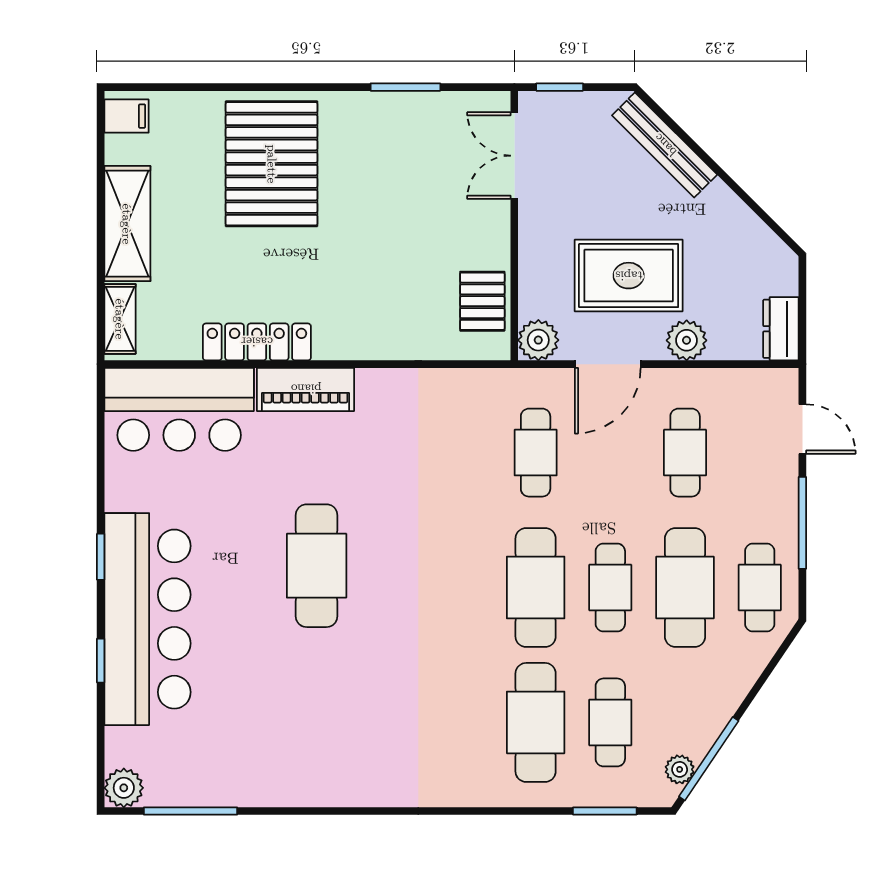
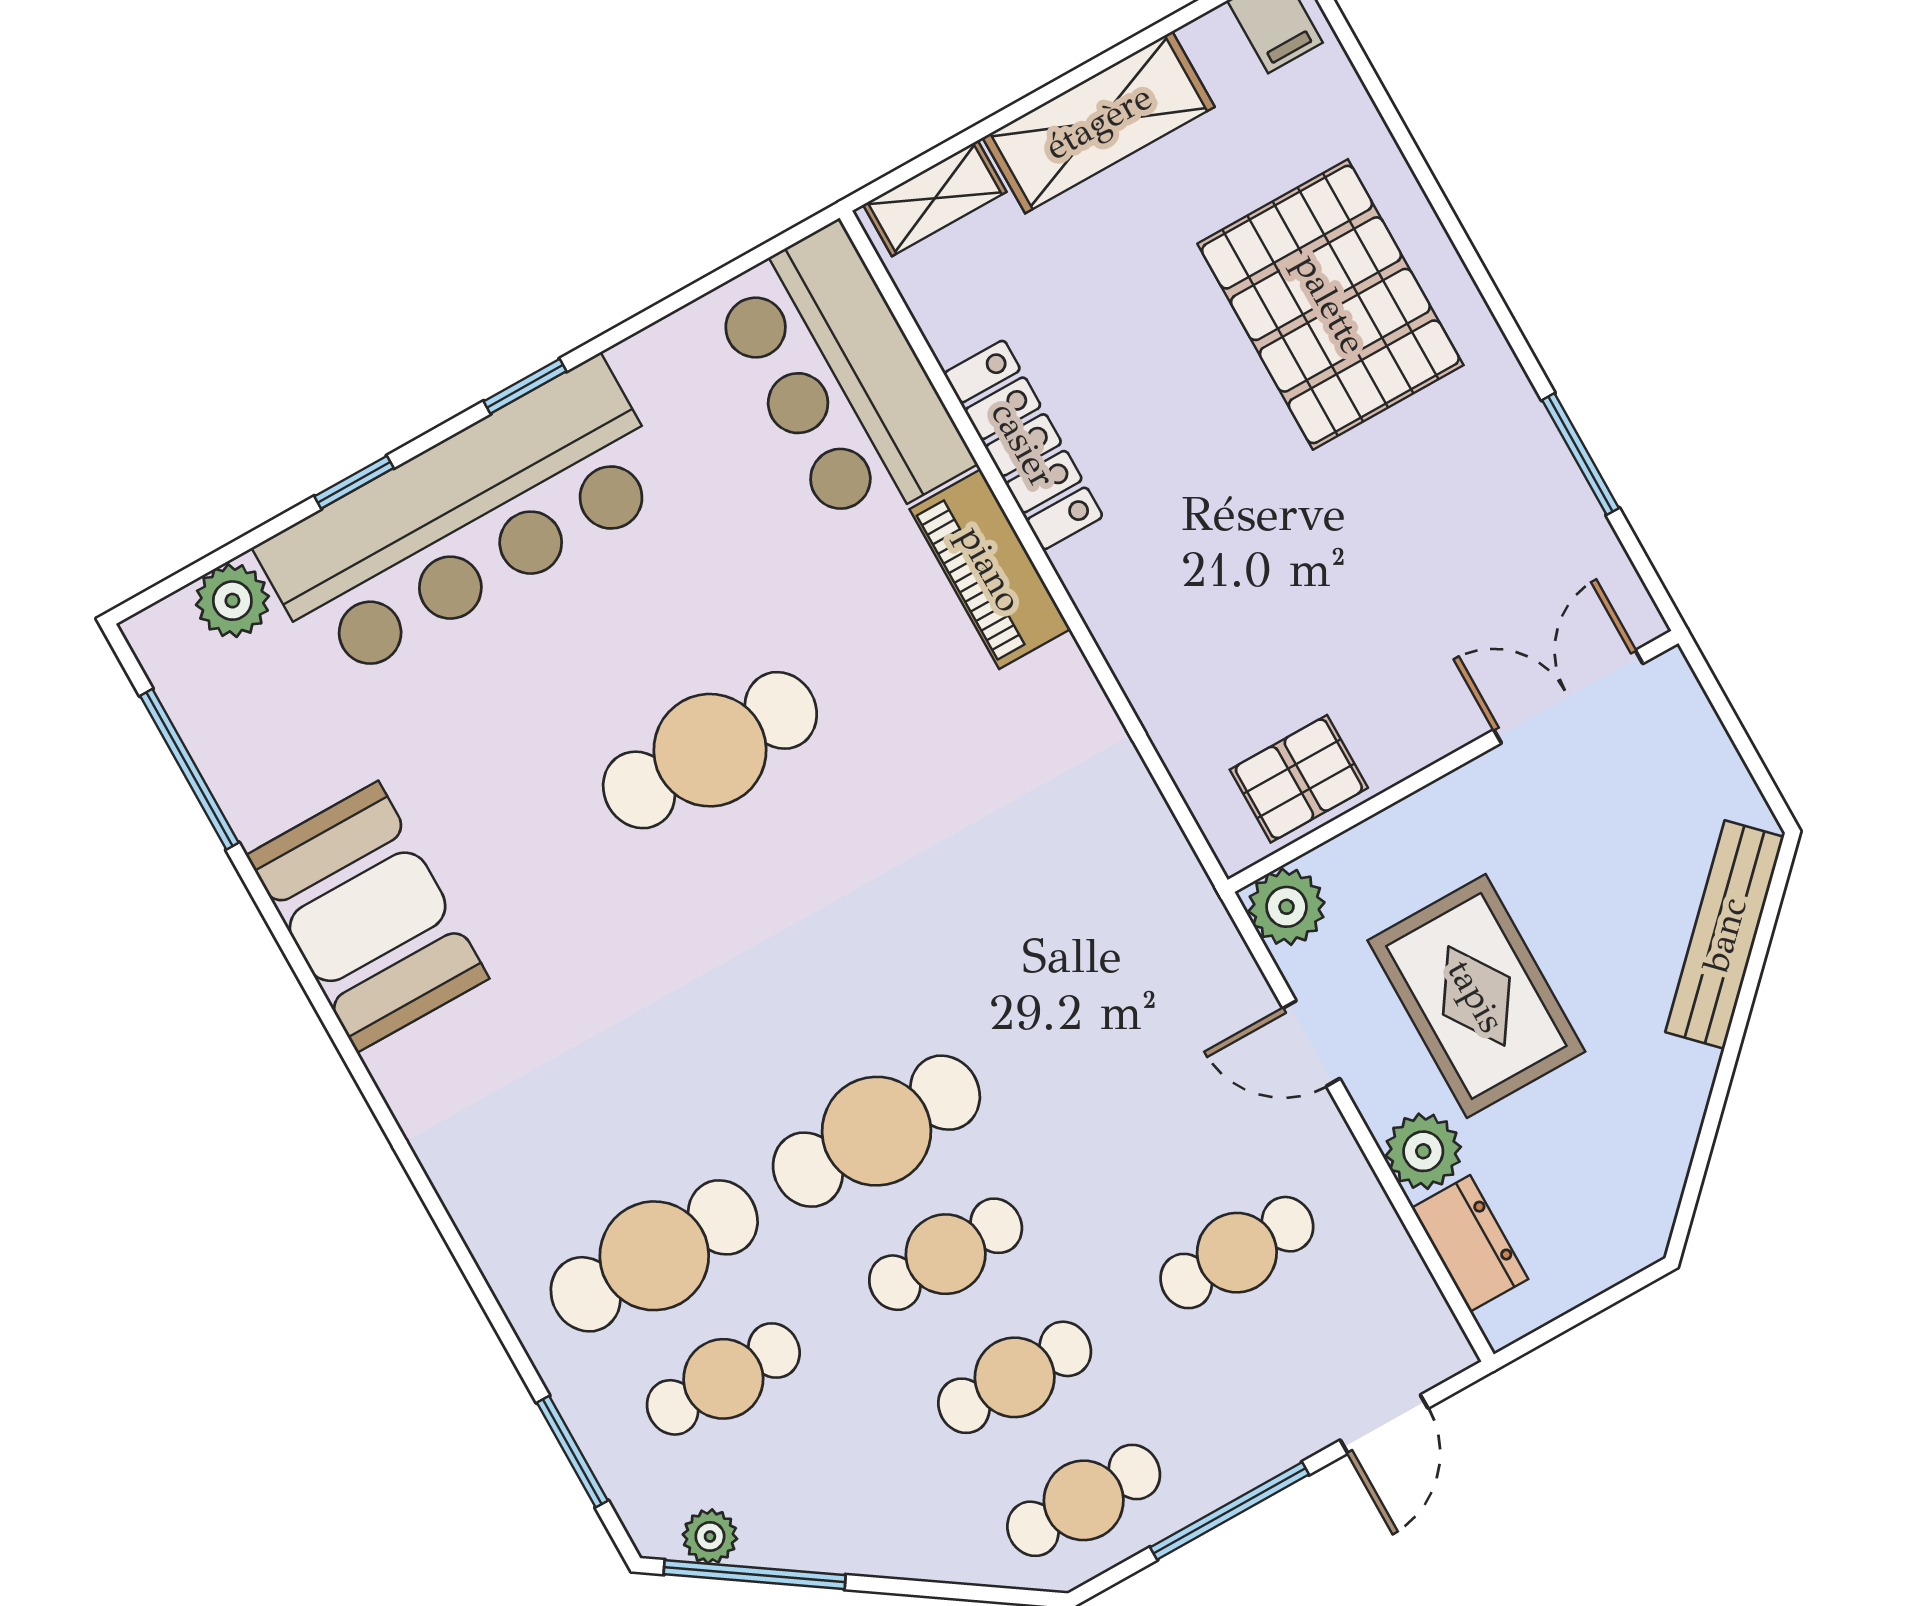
window: (560, 87) -> (1723, 708), removed
pallet: (272, 164) -> (1330, 304), turned 90
dresser: (781, 329) -> (1470, 1243), moved, turned 90
door: (608, 364) -> (1311, 1043), width x0.73
cafe table: (536, 453) -> (1099, 1006), removed
cafe table: (685, 588) -> (1015, 1377), width x0.73, depth x0.74
booth: (305, 767) -> (368, 917), added
plant: (124, 788) -> (232, 601), moved

